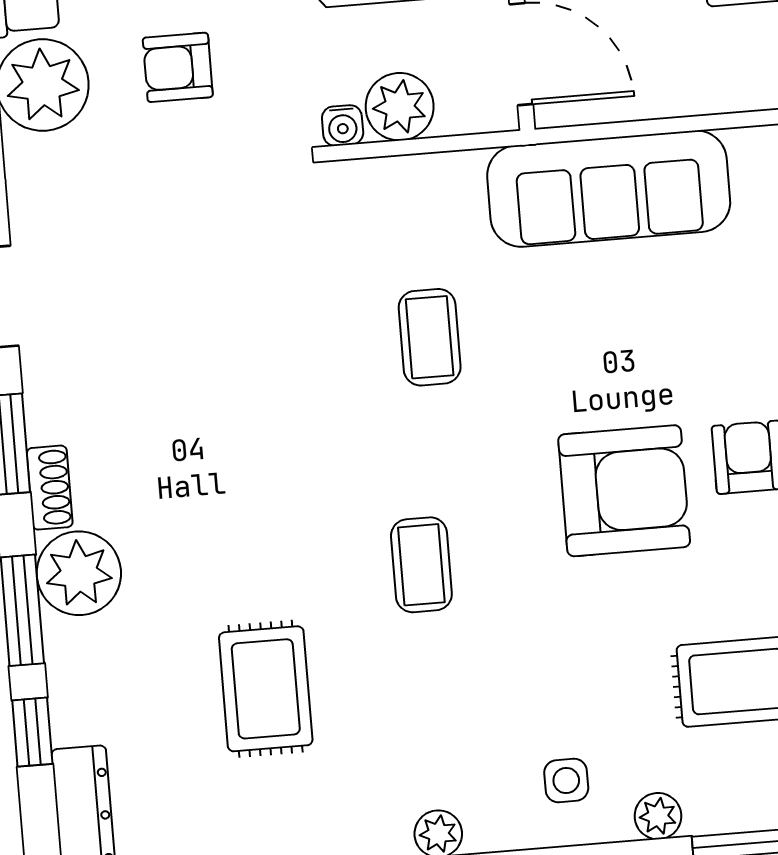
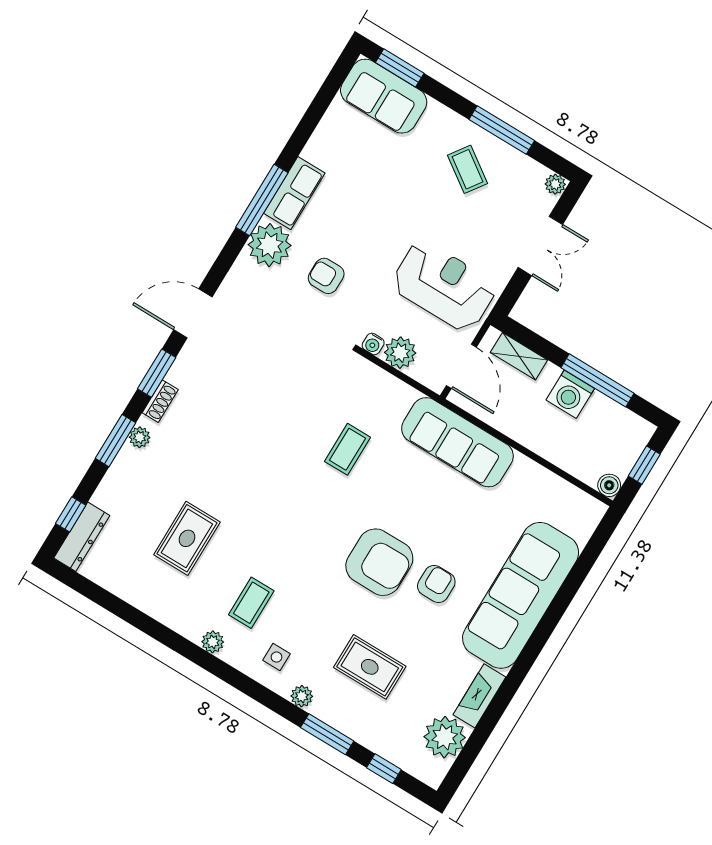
coffee table: (421, 565) -> (251, 603), moved
plant: (79, 573) -> (140, 437), width x0.53, depth x0.53
window: (32, 732) -> (71, 514), moved

